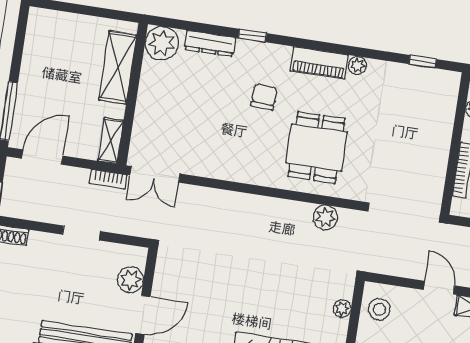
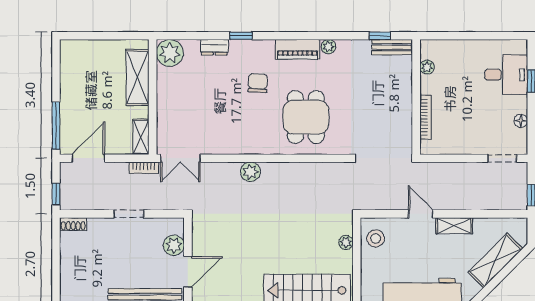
dresser: (210, 44) -> (214, 47), width x0.70
bench: (435, 78) -> (392, 47), added
plant: (325, 217) -> (250, 172), moved

